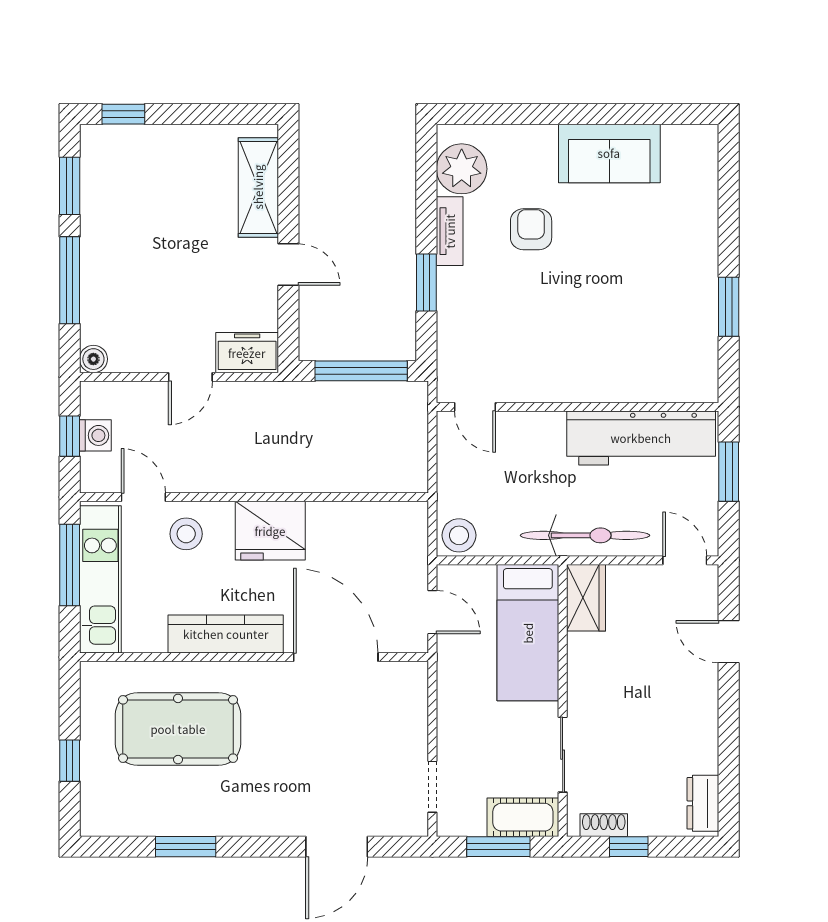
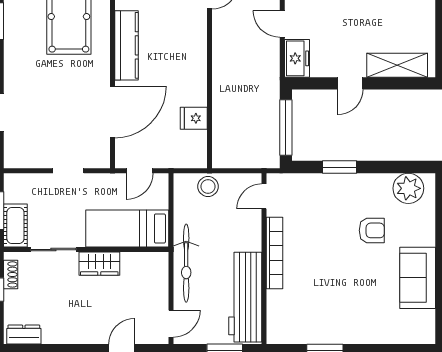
tv unit: (450, 231) -> (371, 181), removed
bookcase: (568, 390) -> (275, 253), added
fridge: (270, 531) -> (194, 118), moved, width x0.53, depth x0.75
stool: (186, 534) -> (187, 21), removed
stool: (459, 535) -> (208, 187), moved
wardrobe: (586, 598) -> (99, 264), moved
doorway: (432, 787) -> (68, 171), moved

